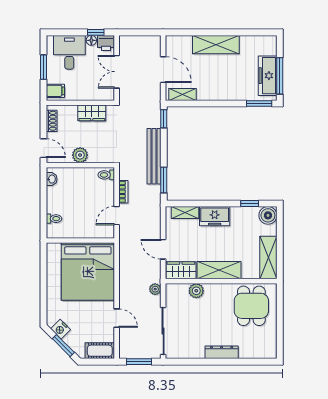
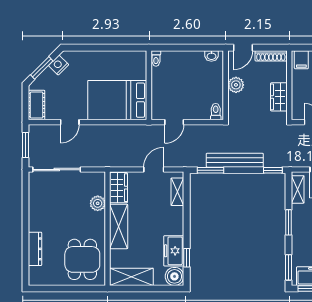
window: (215, 103) -> (289, 222), added
shoe rack: (52, 121) -> (271, 56), width x1.43
bookcase: (123, 192) -> (199, 129), removed
door: (117, 216) -> (174, 122), swing flipped
freezer: (215, 216) -> (174, 251), moved
toilet: (54, 219) -> (156, 58), moved
door: (163, 249) -> (154, 170), moved
bed: (88, 272) -> (117, 100), width x0.73
plant: (155, 289) -> (99, 161), removed
dining table: (251, 306) -> (82, 259), turned 90
dresser: (222, 352) -> (35, 249), moved

